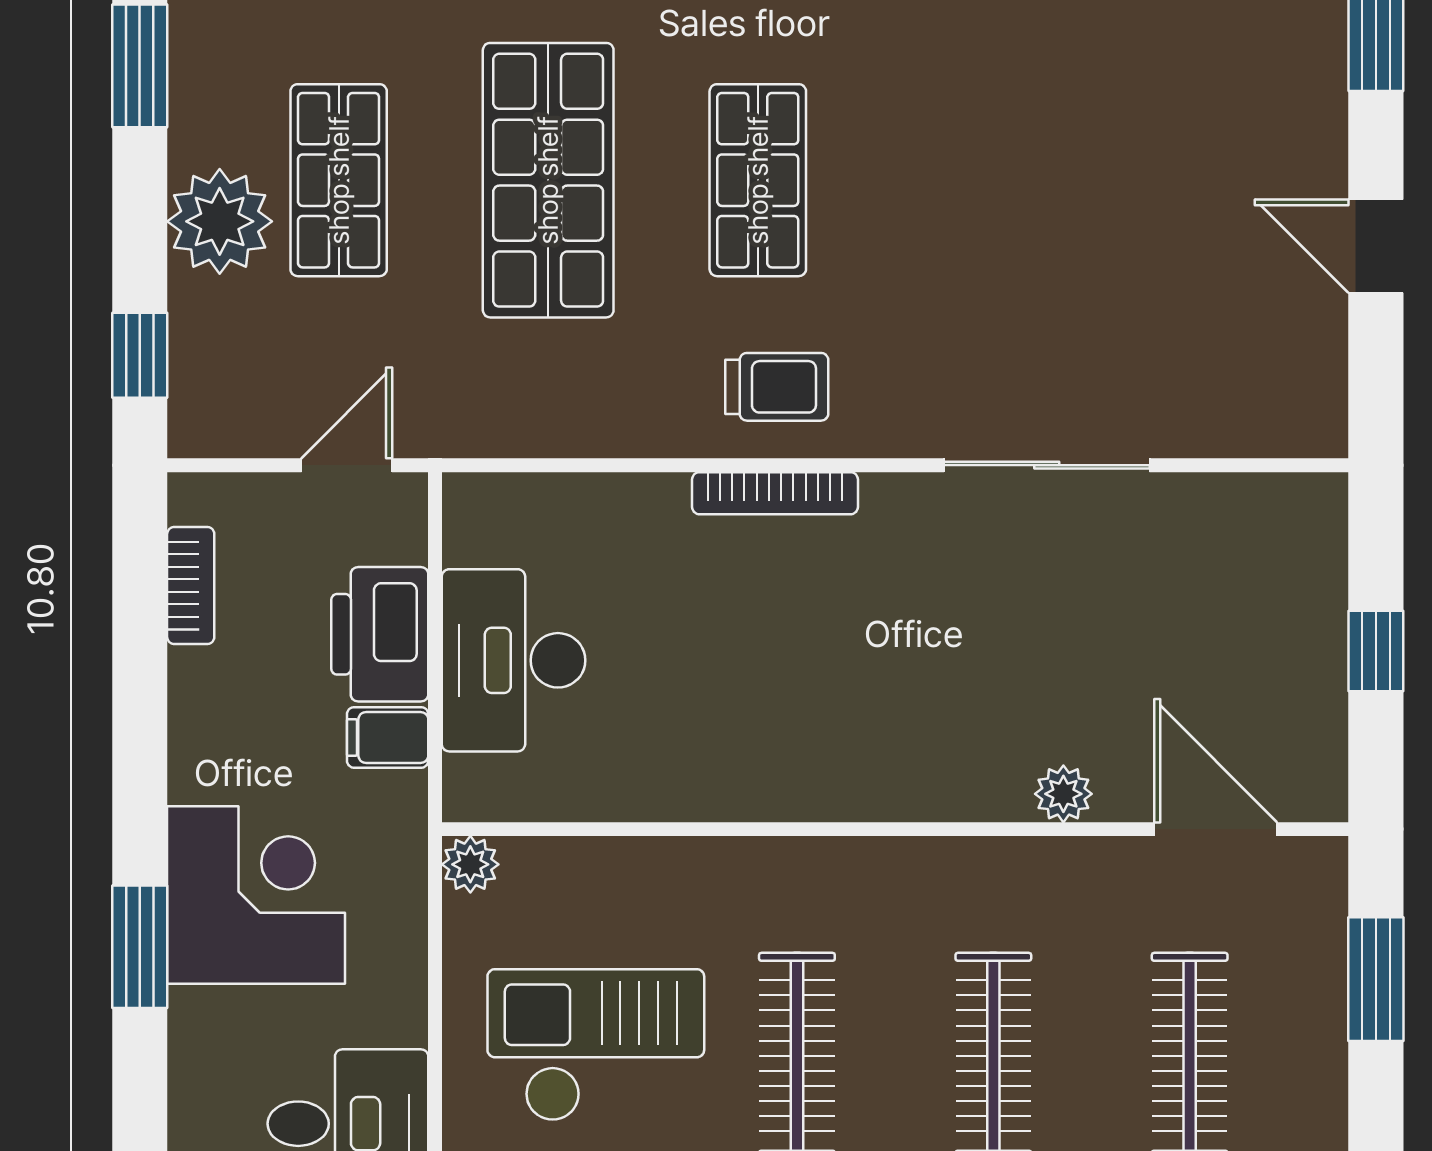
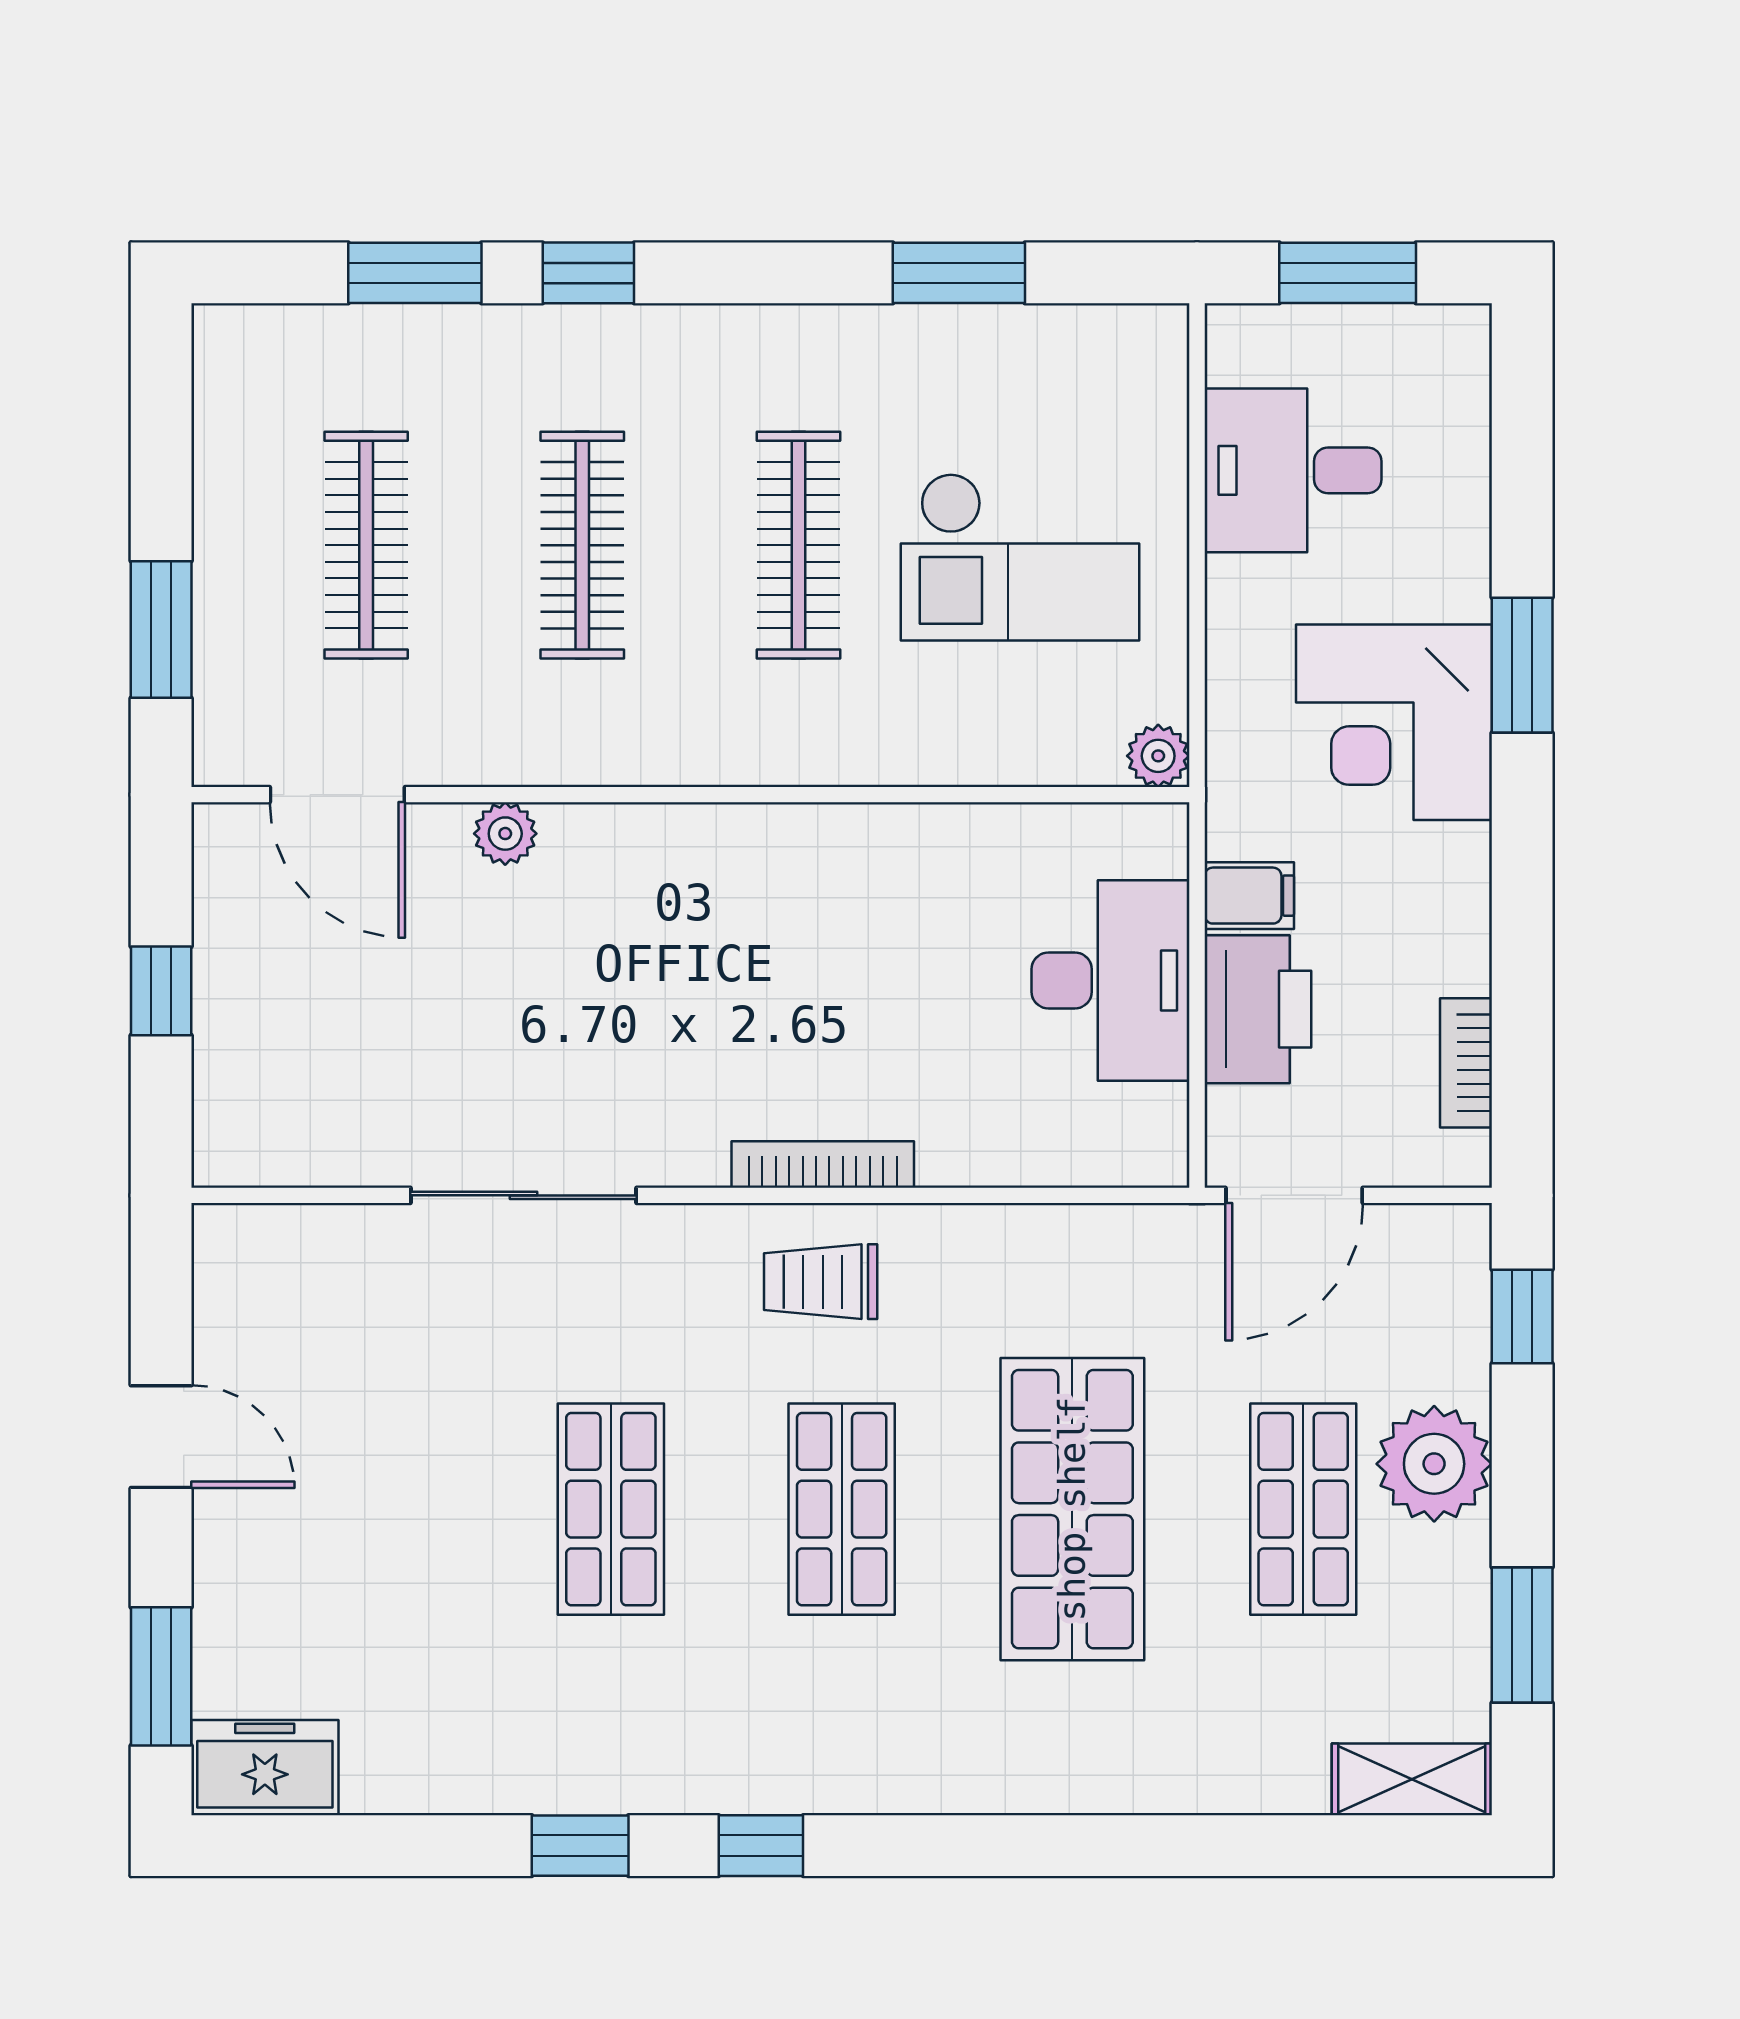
shop shelf: (967, 180) -> (611, 1509), added
door: (347, 465) -> (1294, 1195), width x1.38

